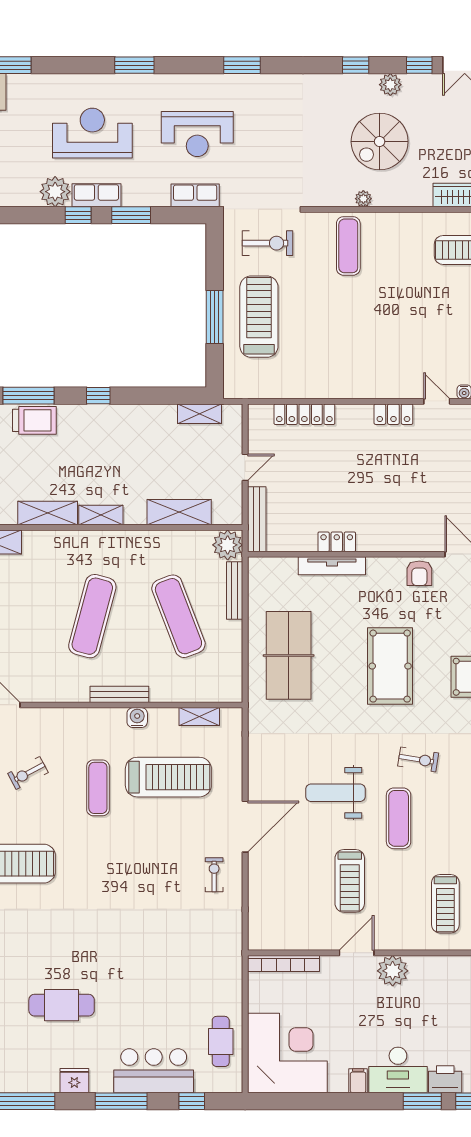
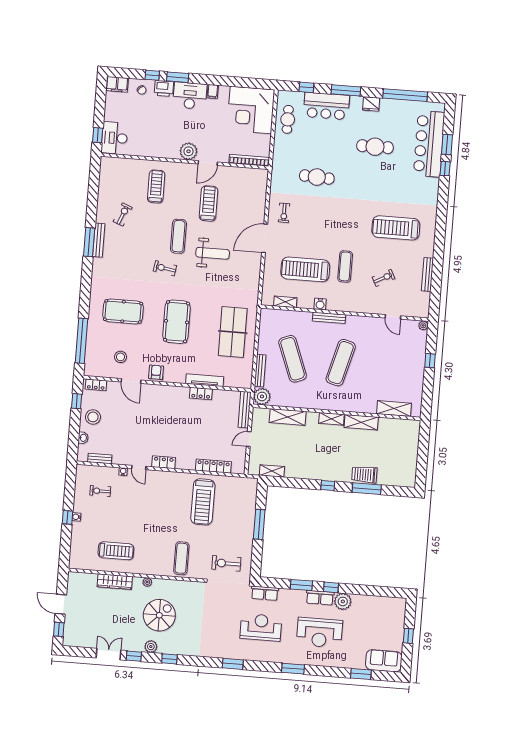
plant: (363, 199) -> (147, 582), moved
treadmill: (259, 317) -> (203, 502), moved
cafe table: (161, 943) -> (317, 177), added

